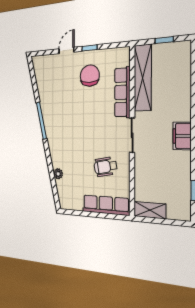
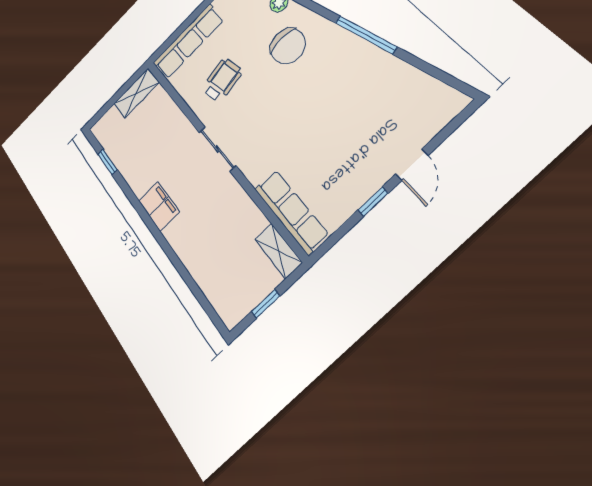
chair: (90, 76) -> (288, 46), moved
shelving: (143, 78) -> (278, 251), width x0.45, depth x0.75
row of seats: (122, 92) -> (291, 211), moved

